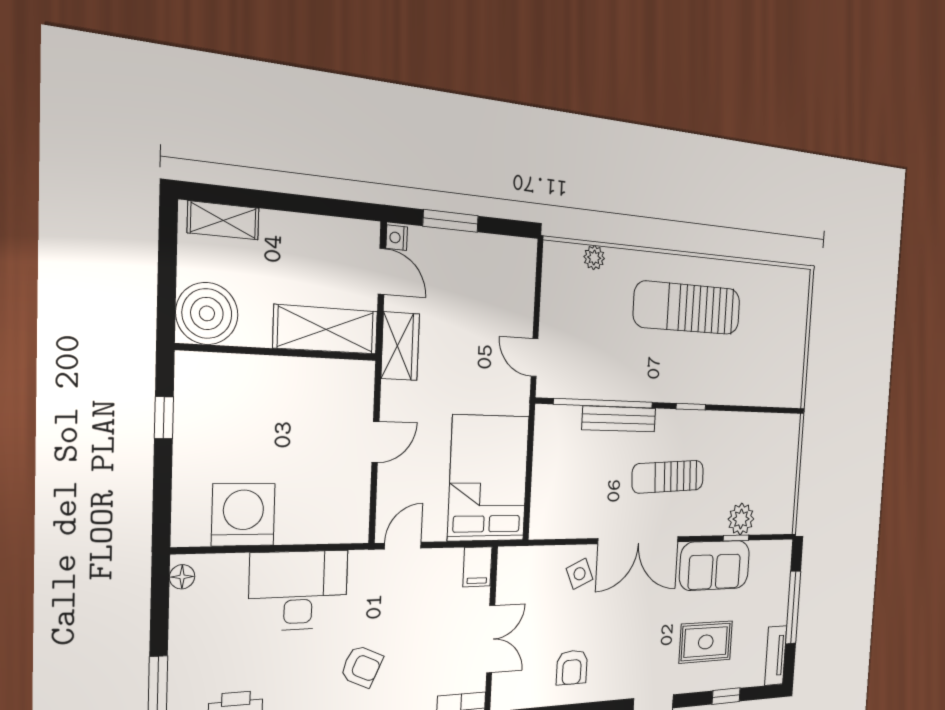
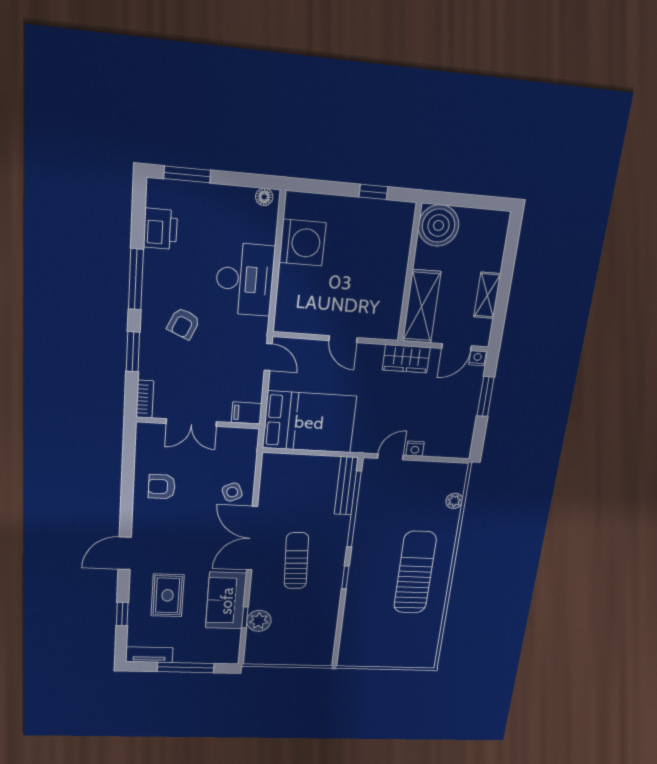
shelving: (223, 220) -> (487, 295), moved
nightstand: (524, 322) -> (415, 449), added
bench: (619, 419) -> (346, 486), moved

